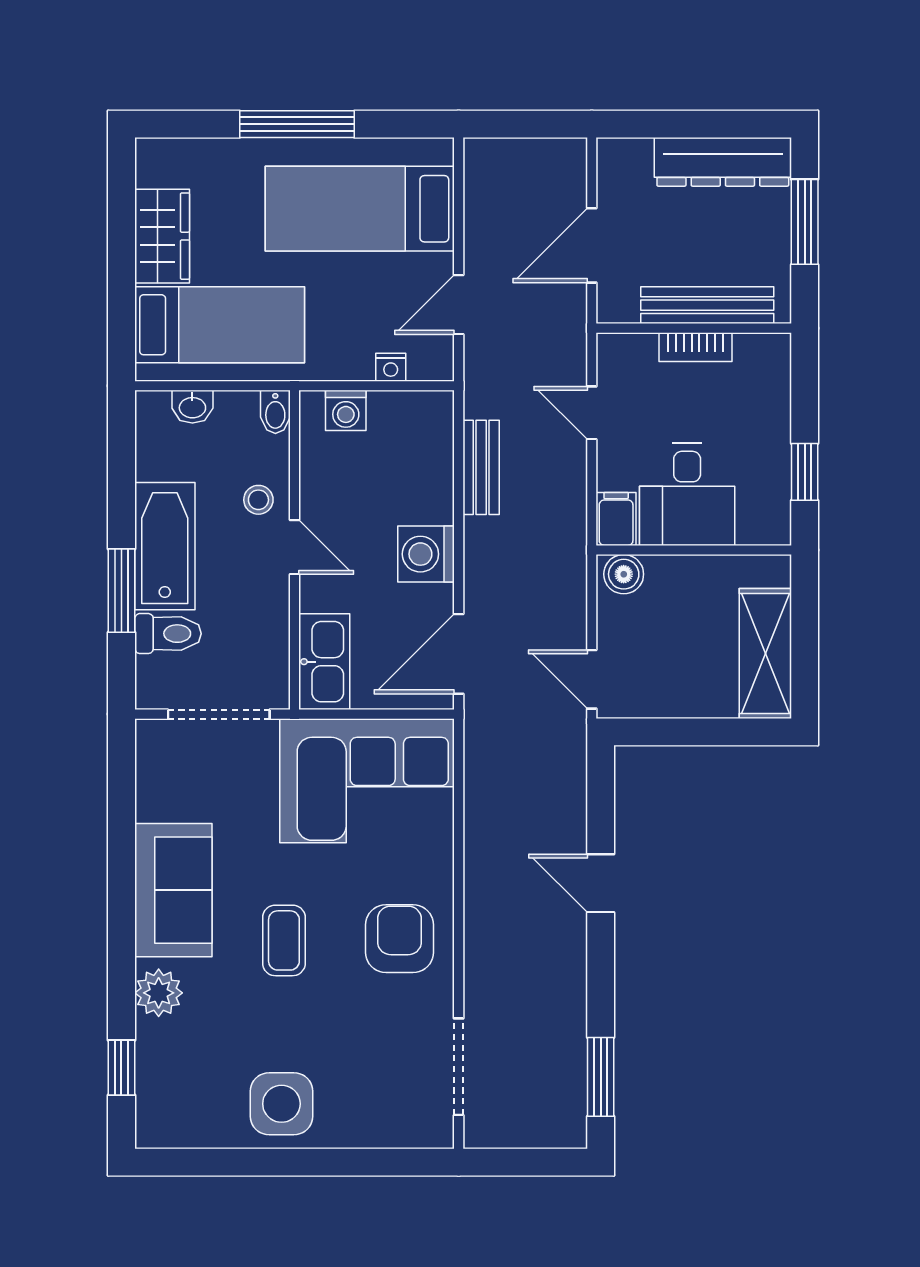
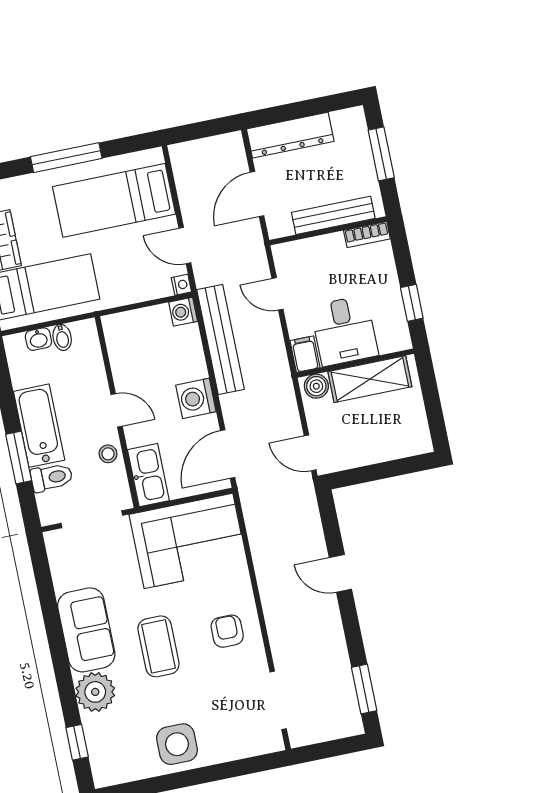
dresser: (723, 162) -> (290, 135), moved
door: (459, 305) -> (185, 246), hinge flipped
bookcase: (695, 347) -> (367, 235), moved
nightstand: (391, 367) -> (181, 285), moved, turned -90
washing machine: (346, 410) -> (183, 312), moved, turned 90
bidet: (275, 412) -> (62, 337), moved
bench: (481, 467) -> (220, 339), width x1.86, depth x1.21
stool: (258, 500) -> (108, 454), moved
shelving: (765, 653) -> (370, 379), moved, turned 90
armchair: (399, 939) -> (227, 631), width x0.72, depth x0.72
coffee table: (284, 940) -> (158, 646), width x1.36, depth x1.30
plant: (159, 993) -> (95, 692), width x1.36, depth x1.36

